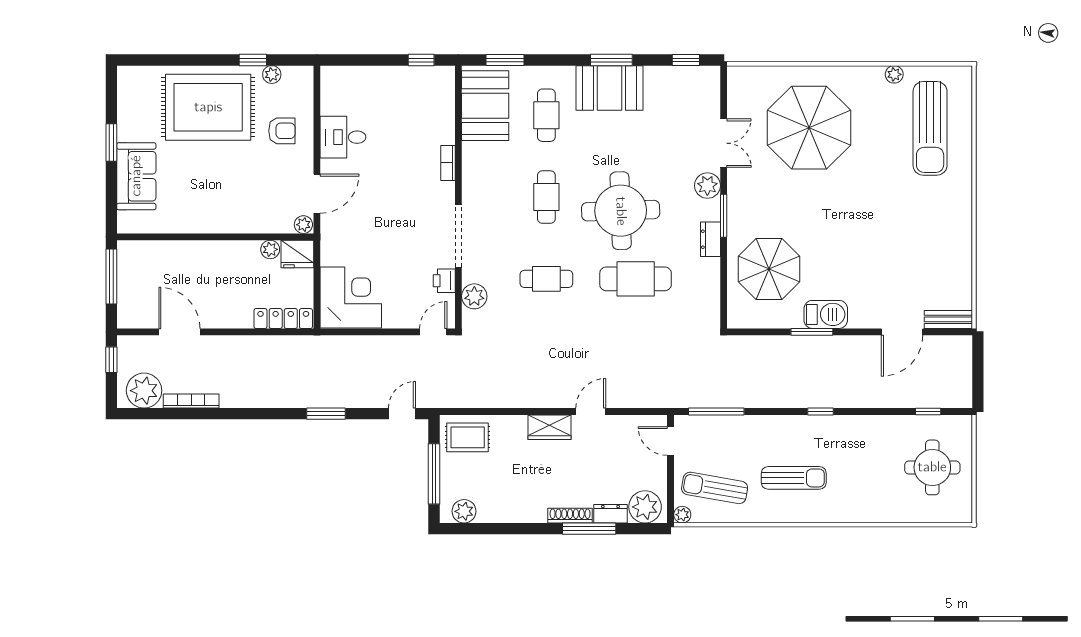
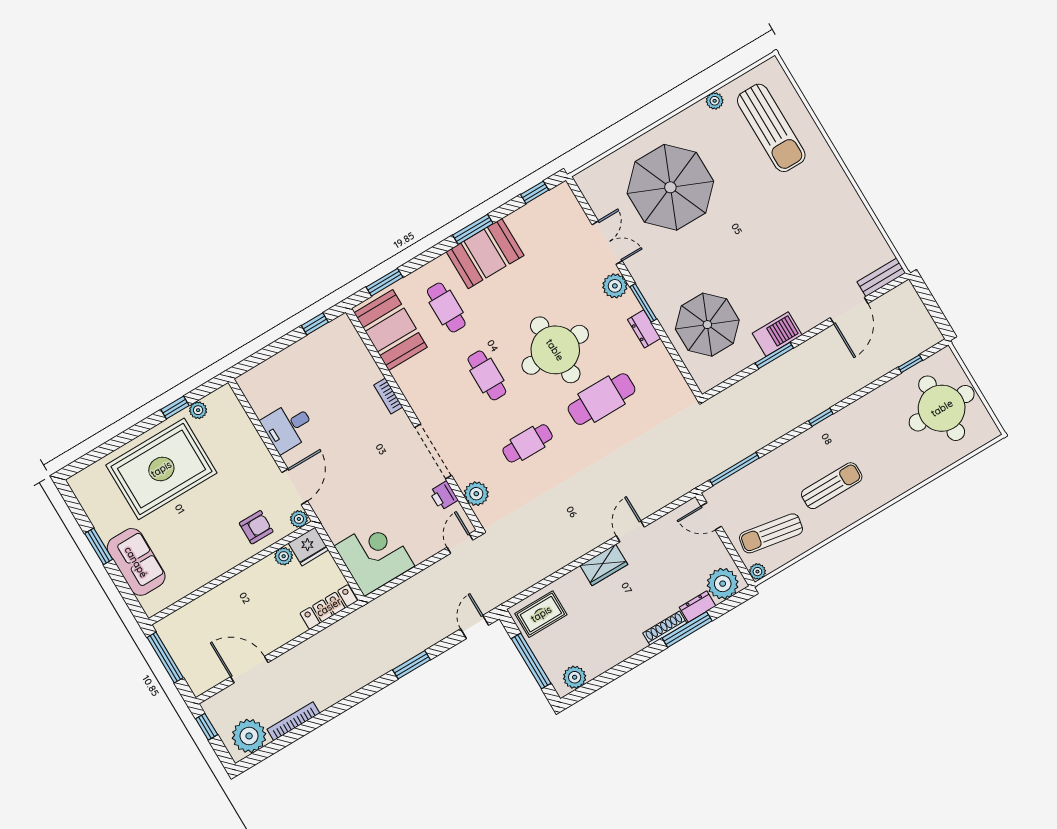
armchair: (282, 131) -> (256, 527), moved
round table: (932, 467) -> (942, 408), width x1.36, depth x1.36

